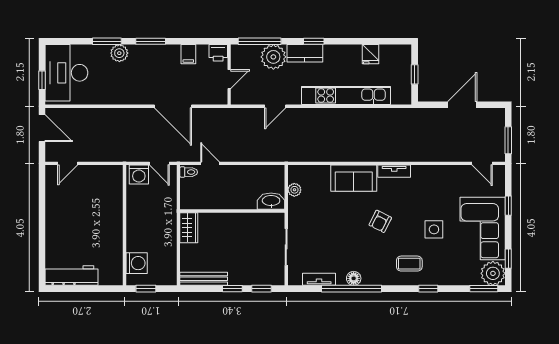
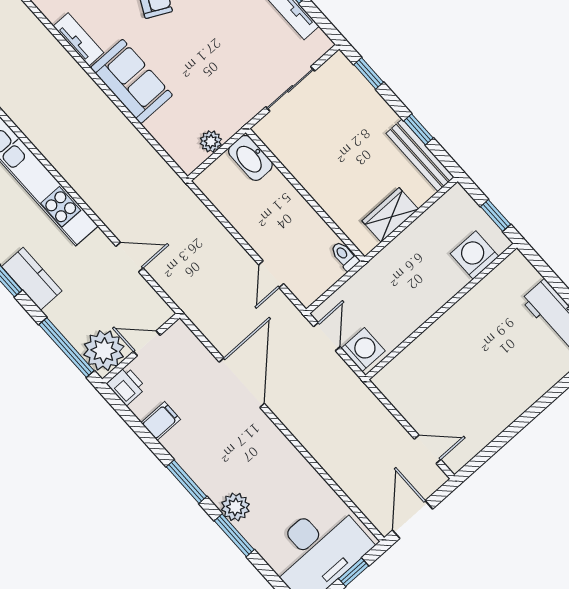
plant: (273, 57) -> (104, 351), moved
toilet: (189, 172) -> (345, 256), moved
wardrobe: (189, 228) -> (390, 215), moved
window: (232, 289) -> (419, 129), moved

